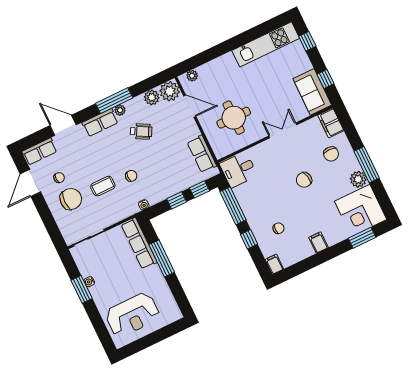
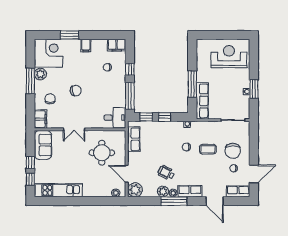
window: (325, 79) -> (30, 163), moved
plant: (152, 97) -> (163, 191), moved
chair: (71, 199) -> (233, 151), turned -90
window: (362, 238) -> (70, 35), moved
filing cabinet: (274, 264) -> (117, 45), width x2.00

